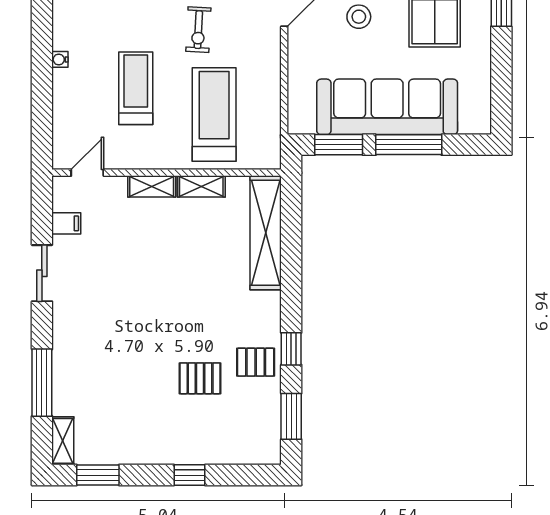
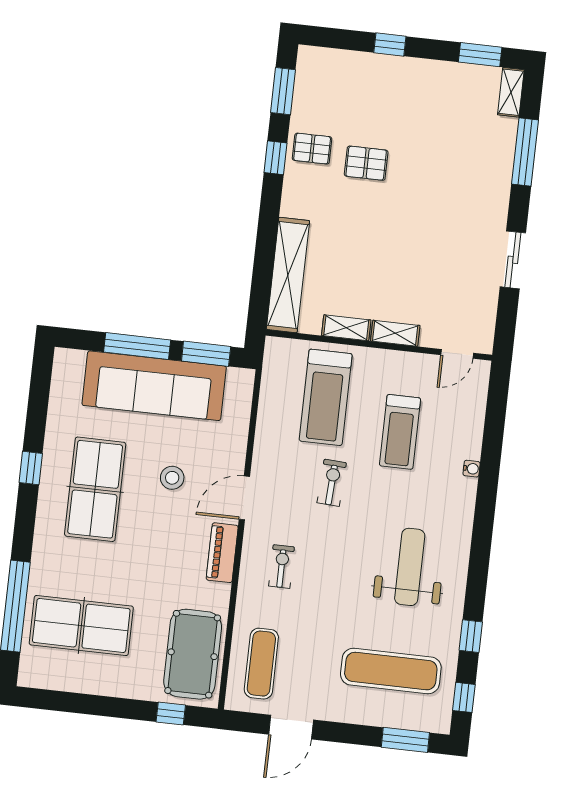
filing cabinet: (66, 223) -> (483, 306), removed
pallet: (200, 378) -> (366, 163), moved

